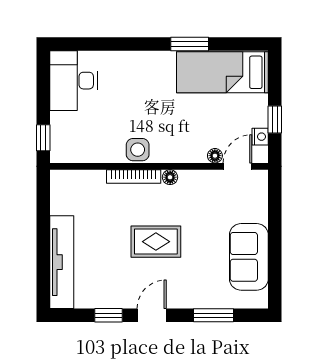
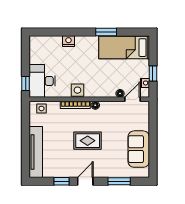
nightstand: (121, 60) -> (68, 41), added
desk: (73, 81) -> (42, 81), moved
side table: (72, 183) -> (41, 108), added

